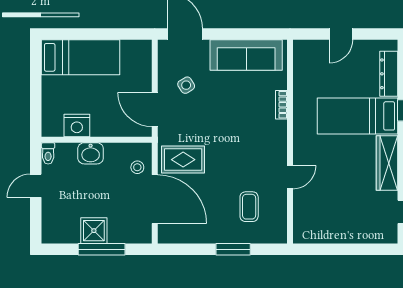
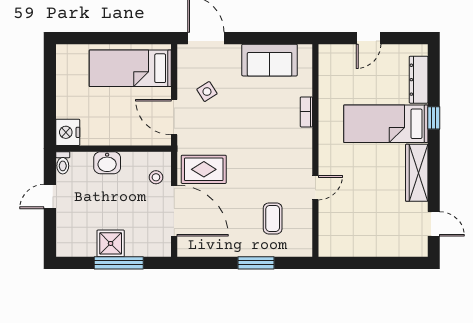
sofa: (246, 55) -> (270, 60), width x0.73
bed: (81, 57) -> (130, 68), moved, turned 180
nightstand: (77, 126) -> (68, 132), moved, turned 90

